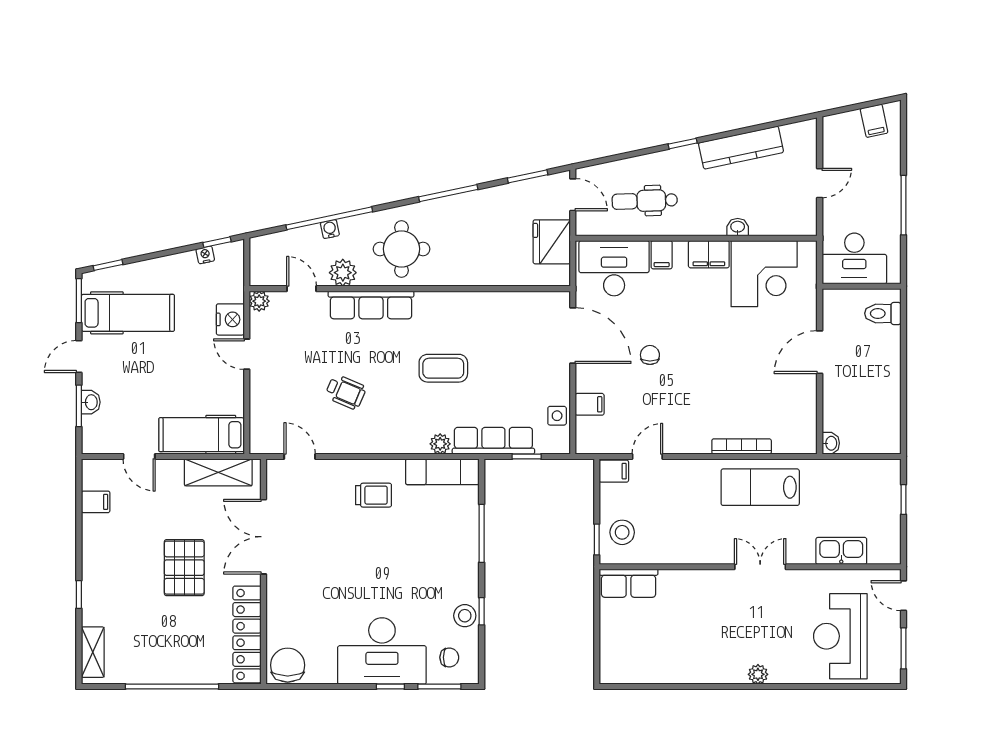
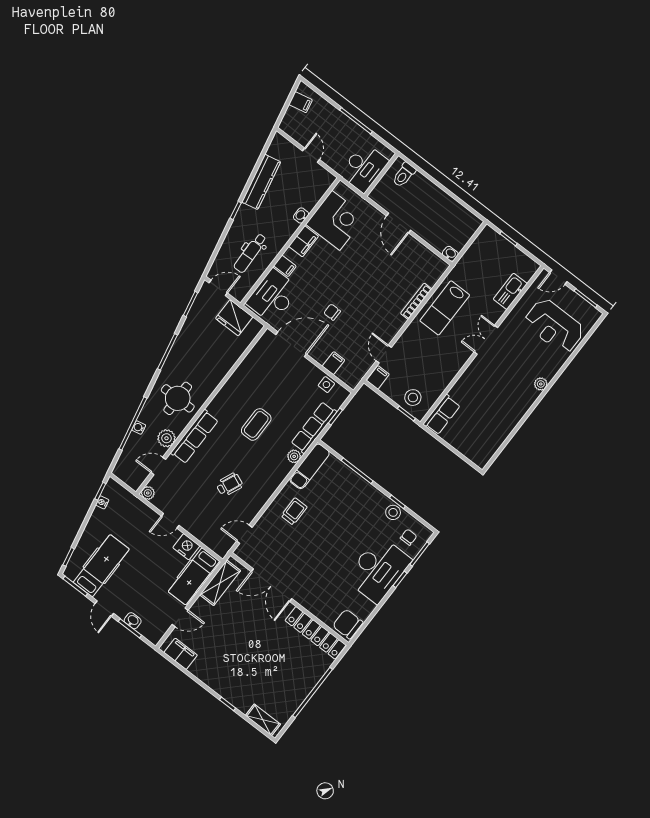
nightstand: (230, 319) -> (186, 547), moved
filing cabinet: (96, 502) -> (181, 654), width x2.00
pallet: (184, 568) -> (256, 639), removed

